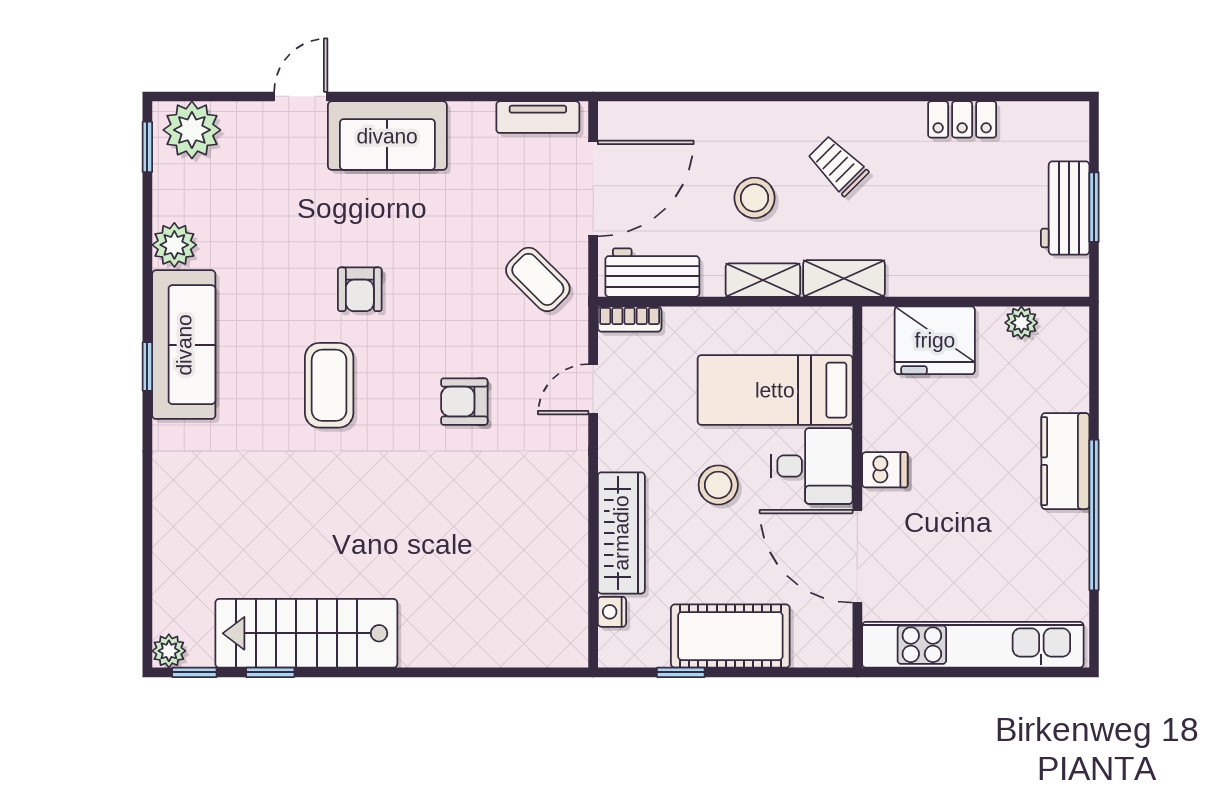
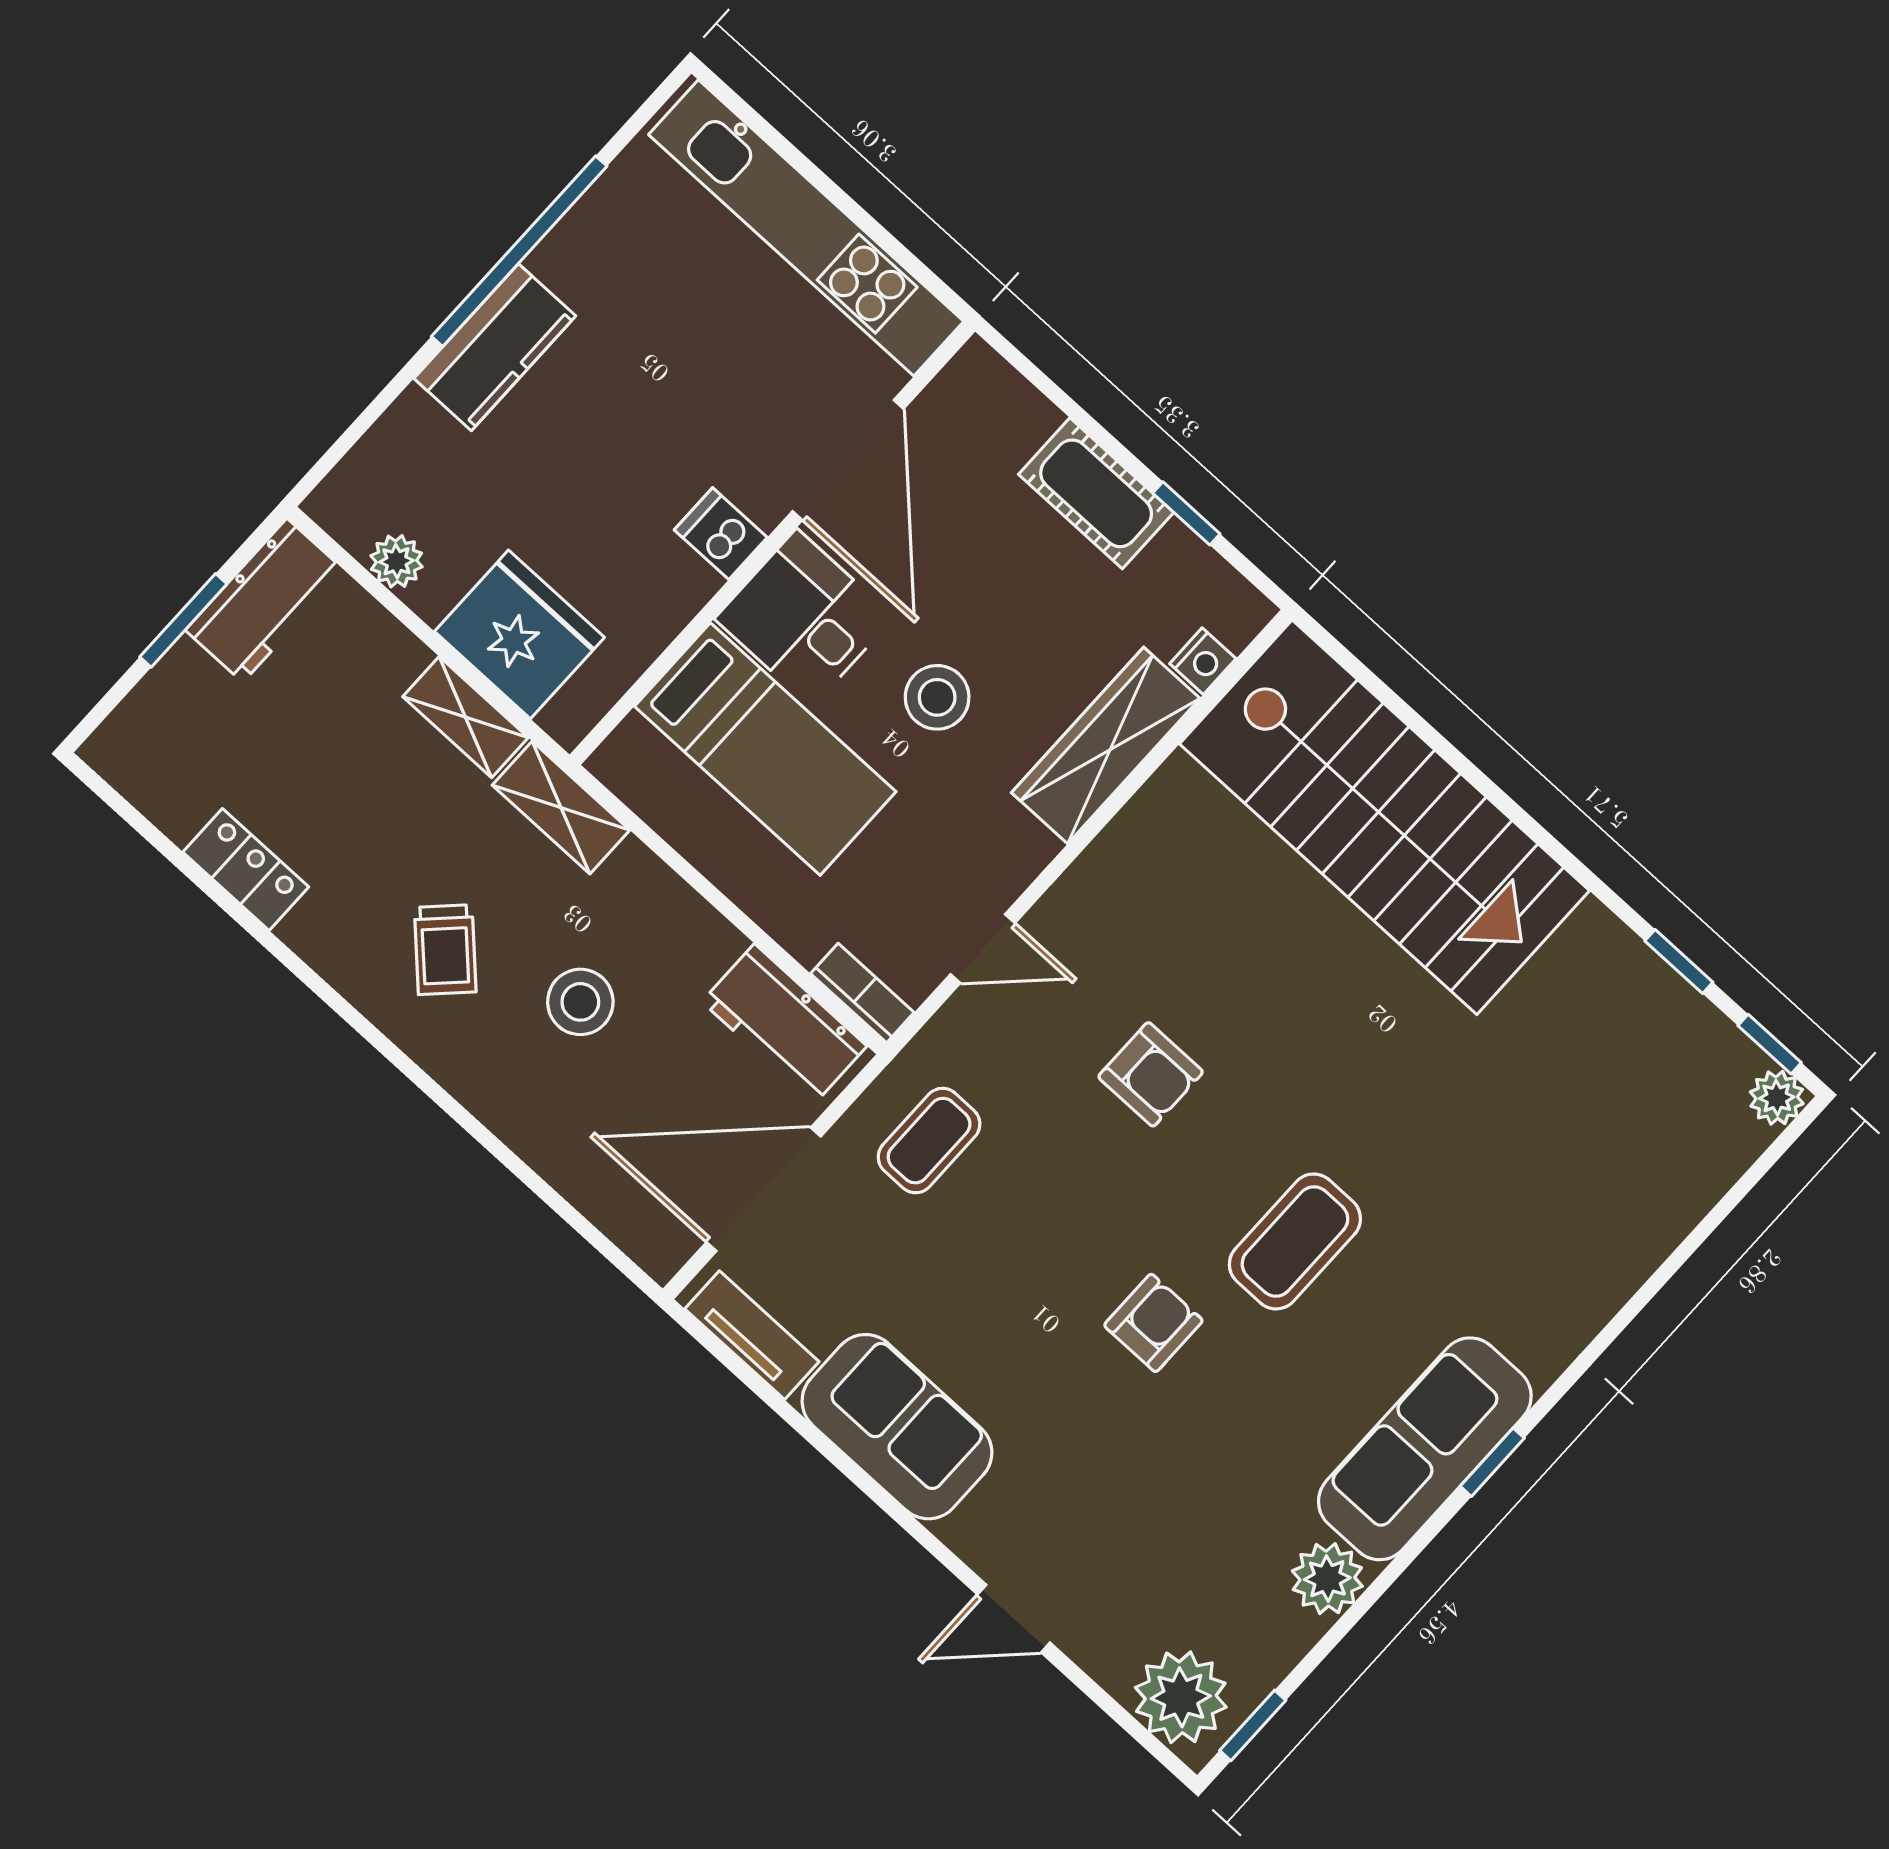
sofa: (387, 136) -> (897, 1427), moved
workbench: (1065, 208) -> (265, 600), moved
coffee table: (538, 279) -> (929, 1141), turned 45
shelving: (763, 280) -> (465, 717), moved
stairs: (306, 633) -> (1384, 817), moved, width x1.36, depth x1.51
cot: (730, 636) -> (1096, 493), width x0.73, depth x0.75

